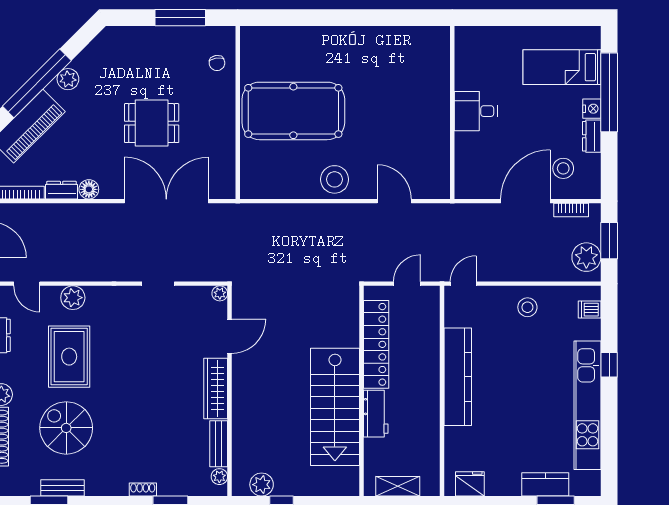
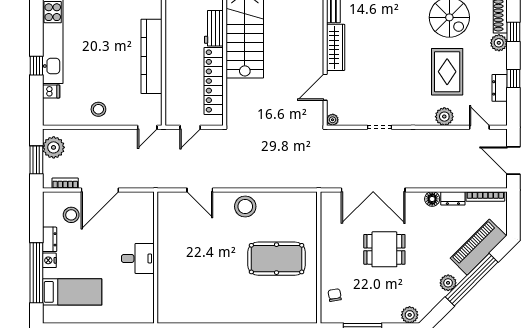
plant: (118, 37) -> (410, 315), added
pool table: (293, 111) -> (277, 259), width x0.73, depth x0.76
dishwasher: (590, 310) -> (51, 91), moved

